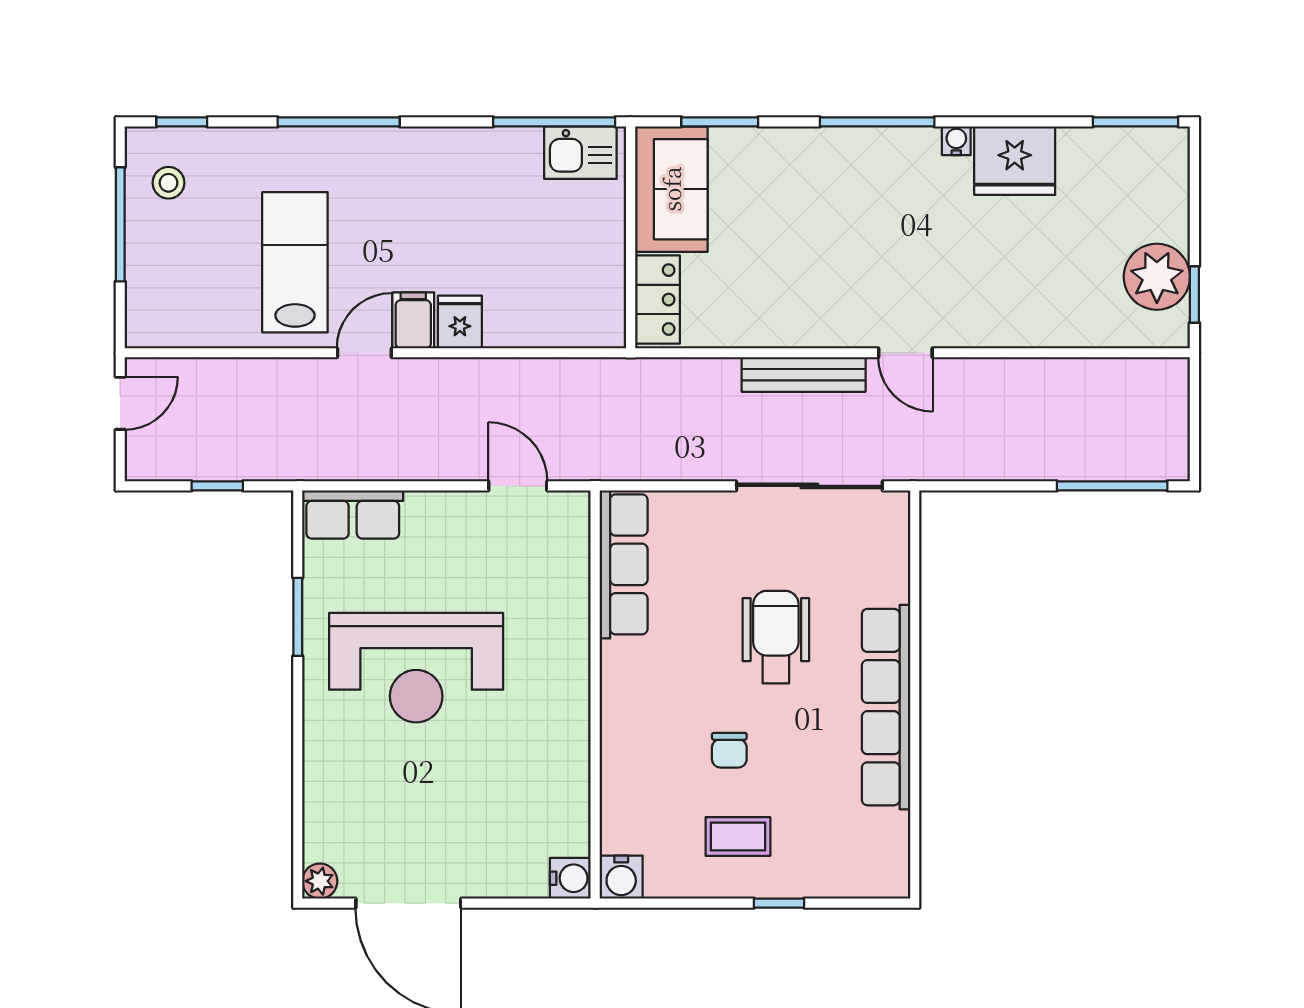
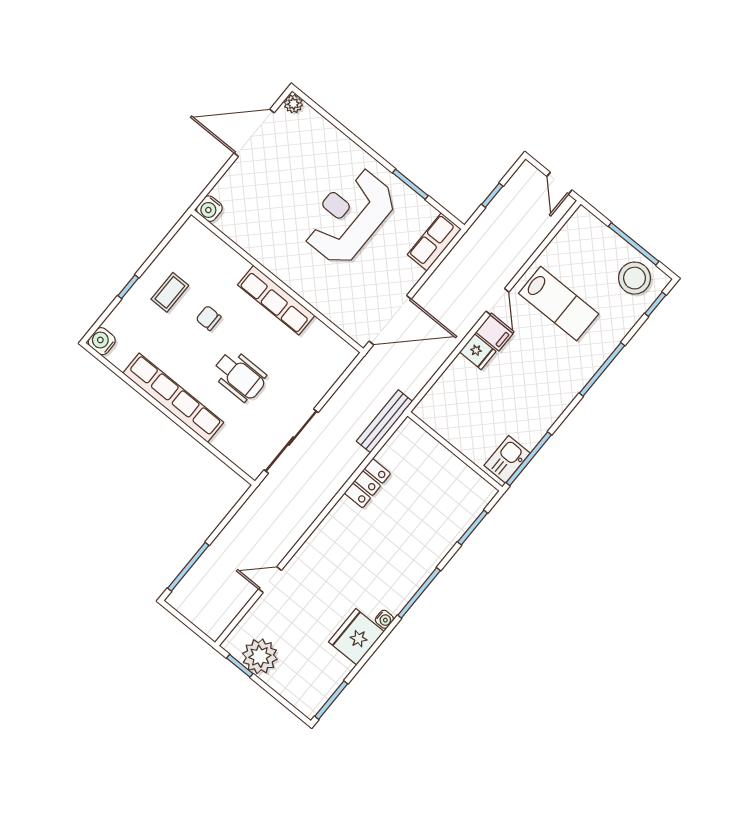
stool: (169, 183) -> (635, 278), width x1.89, depth x1.89
sofa: (671, 189) -> (461, 485), removed
locker: (657, 300) -> (367, 483), moved, turned -90
door: (905, 353) -> (270, 580), moved
bench: (804, 374) -> (384, 421), moved
door: (518, 486) -> (390, 320), width x1.88
row of seats: (624, 564) -> (276, 300), moved
water cooler: (621, 877) -> (102, 341), moved

